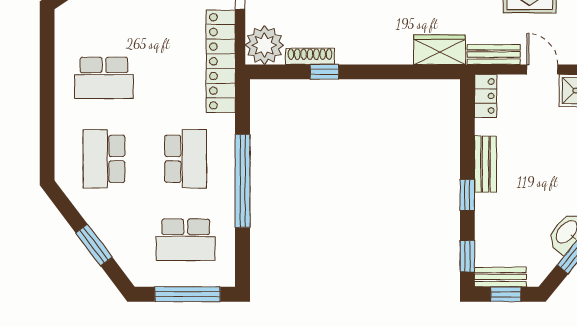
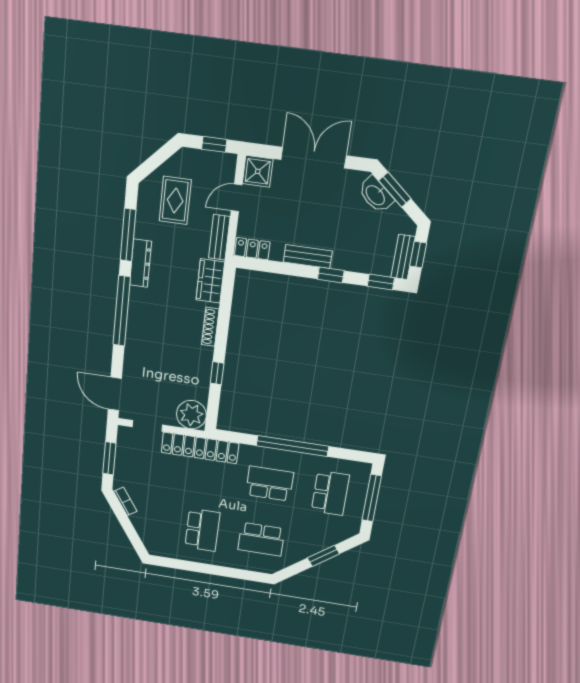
shoe rack: (310, 56) -> (210, 327), moved

